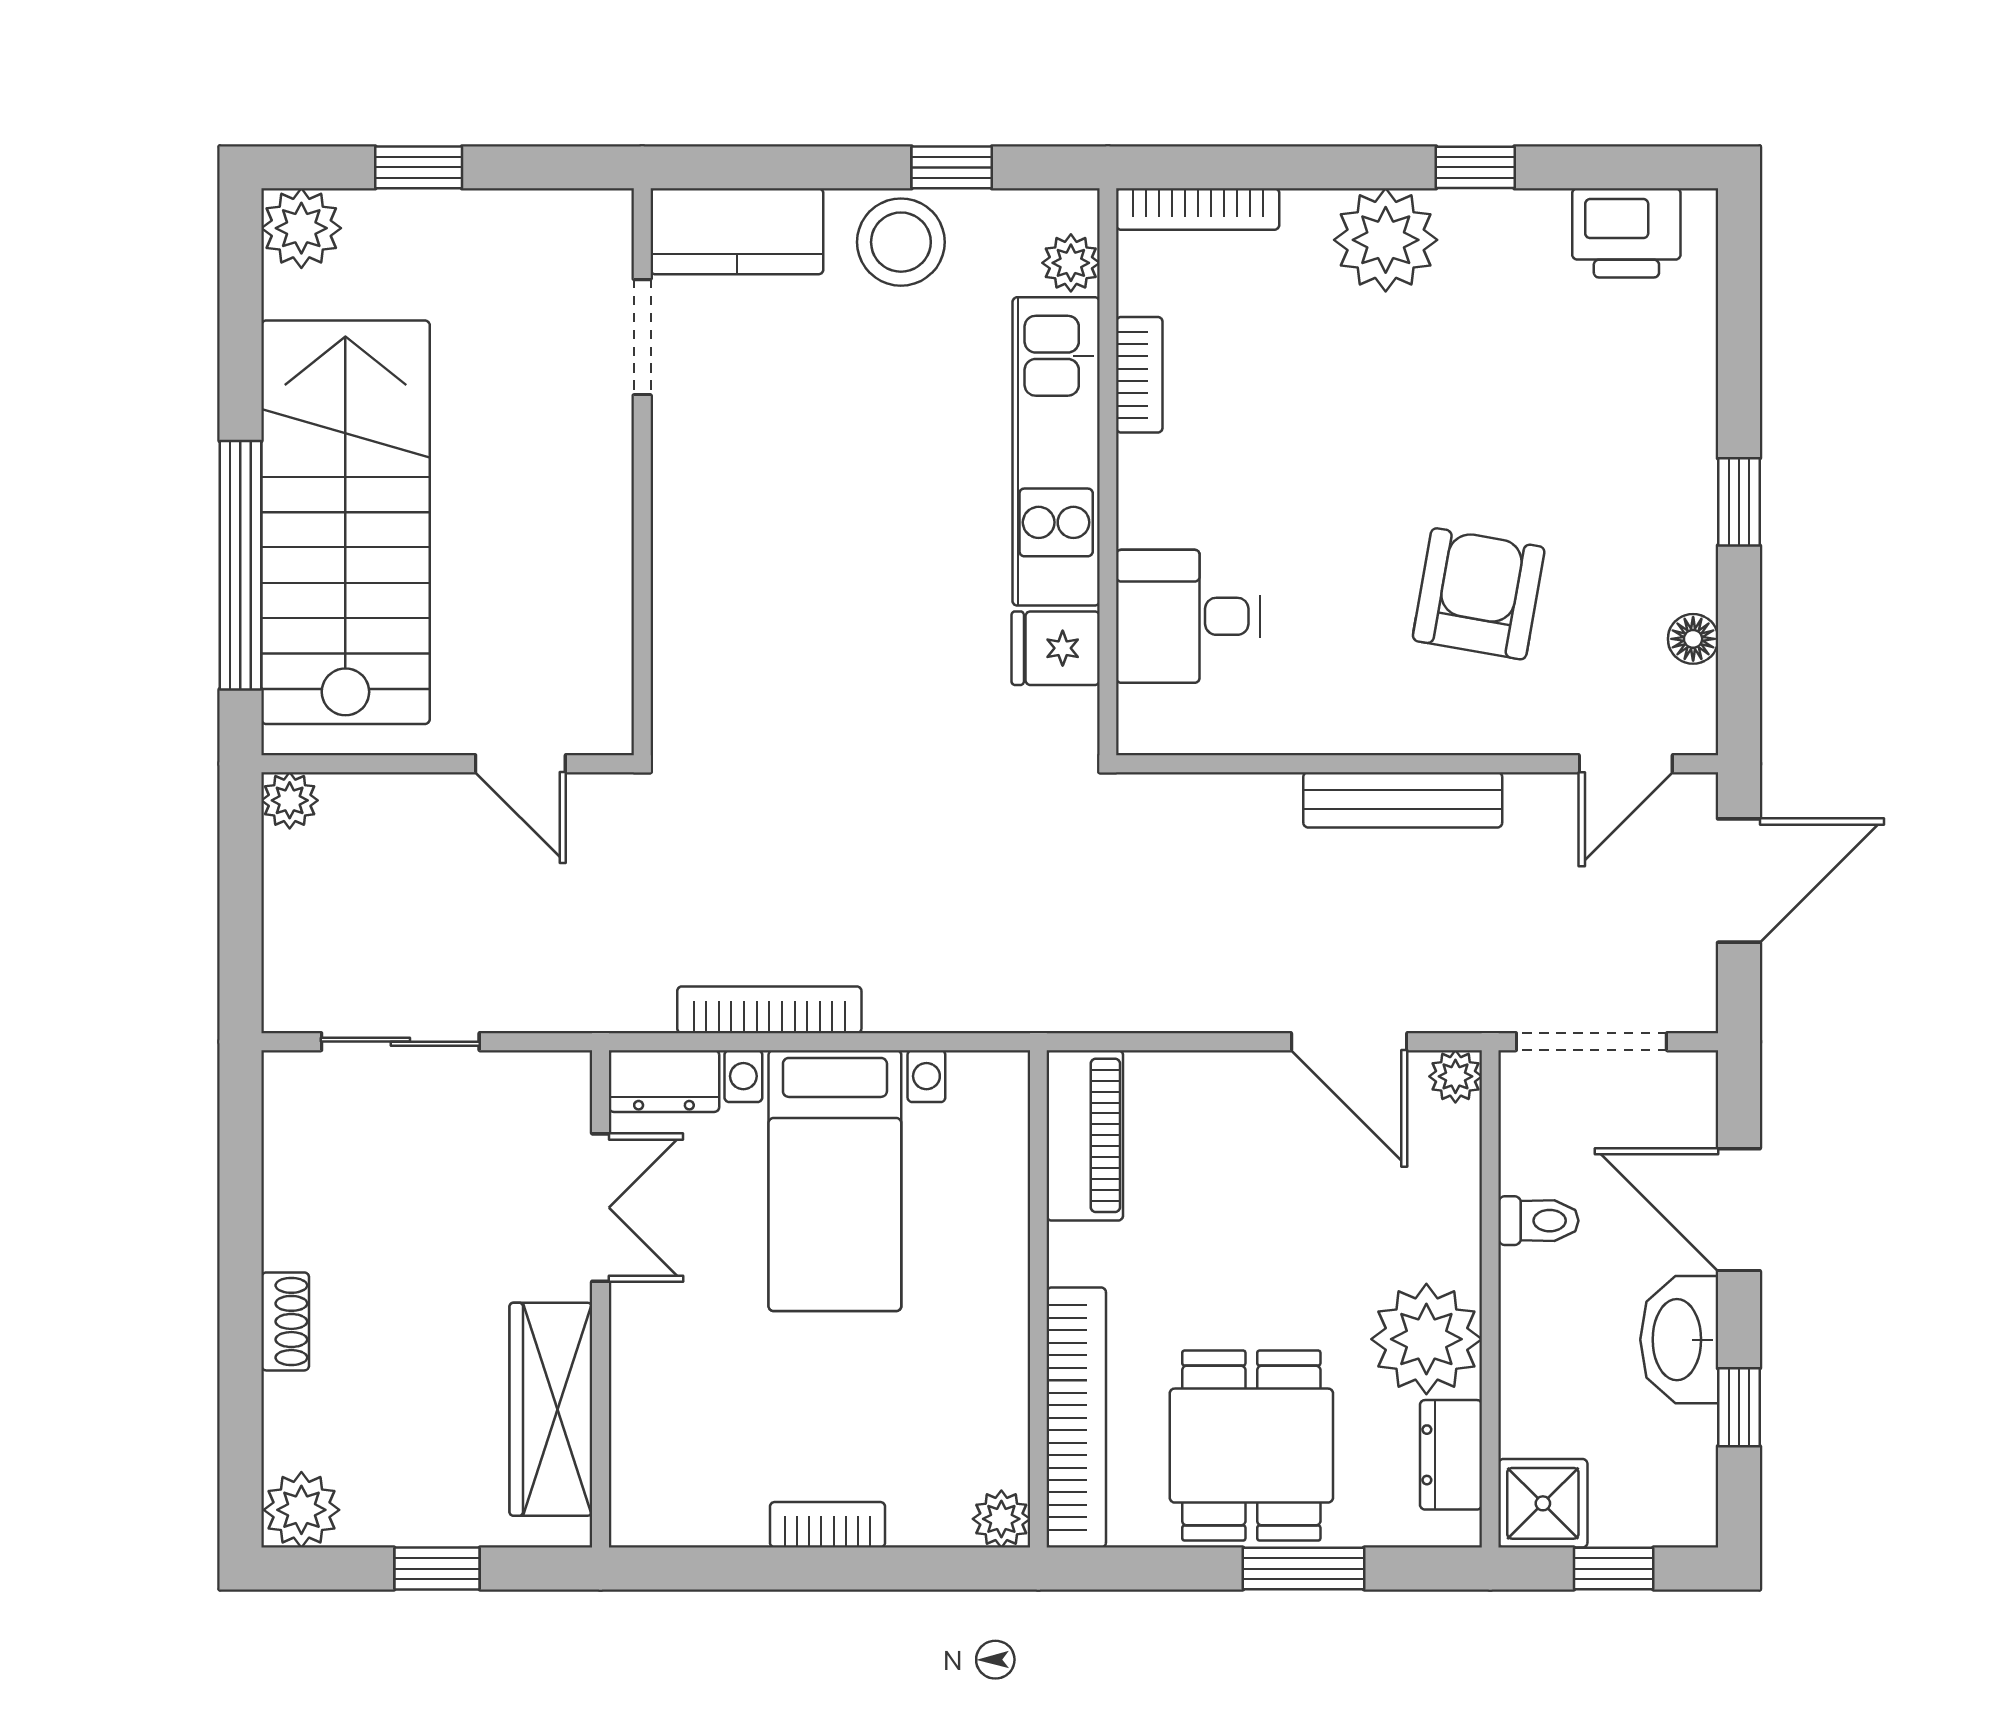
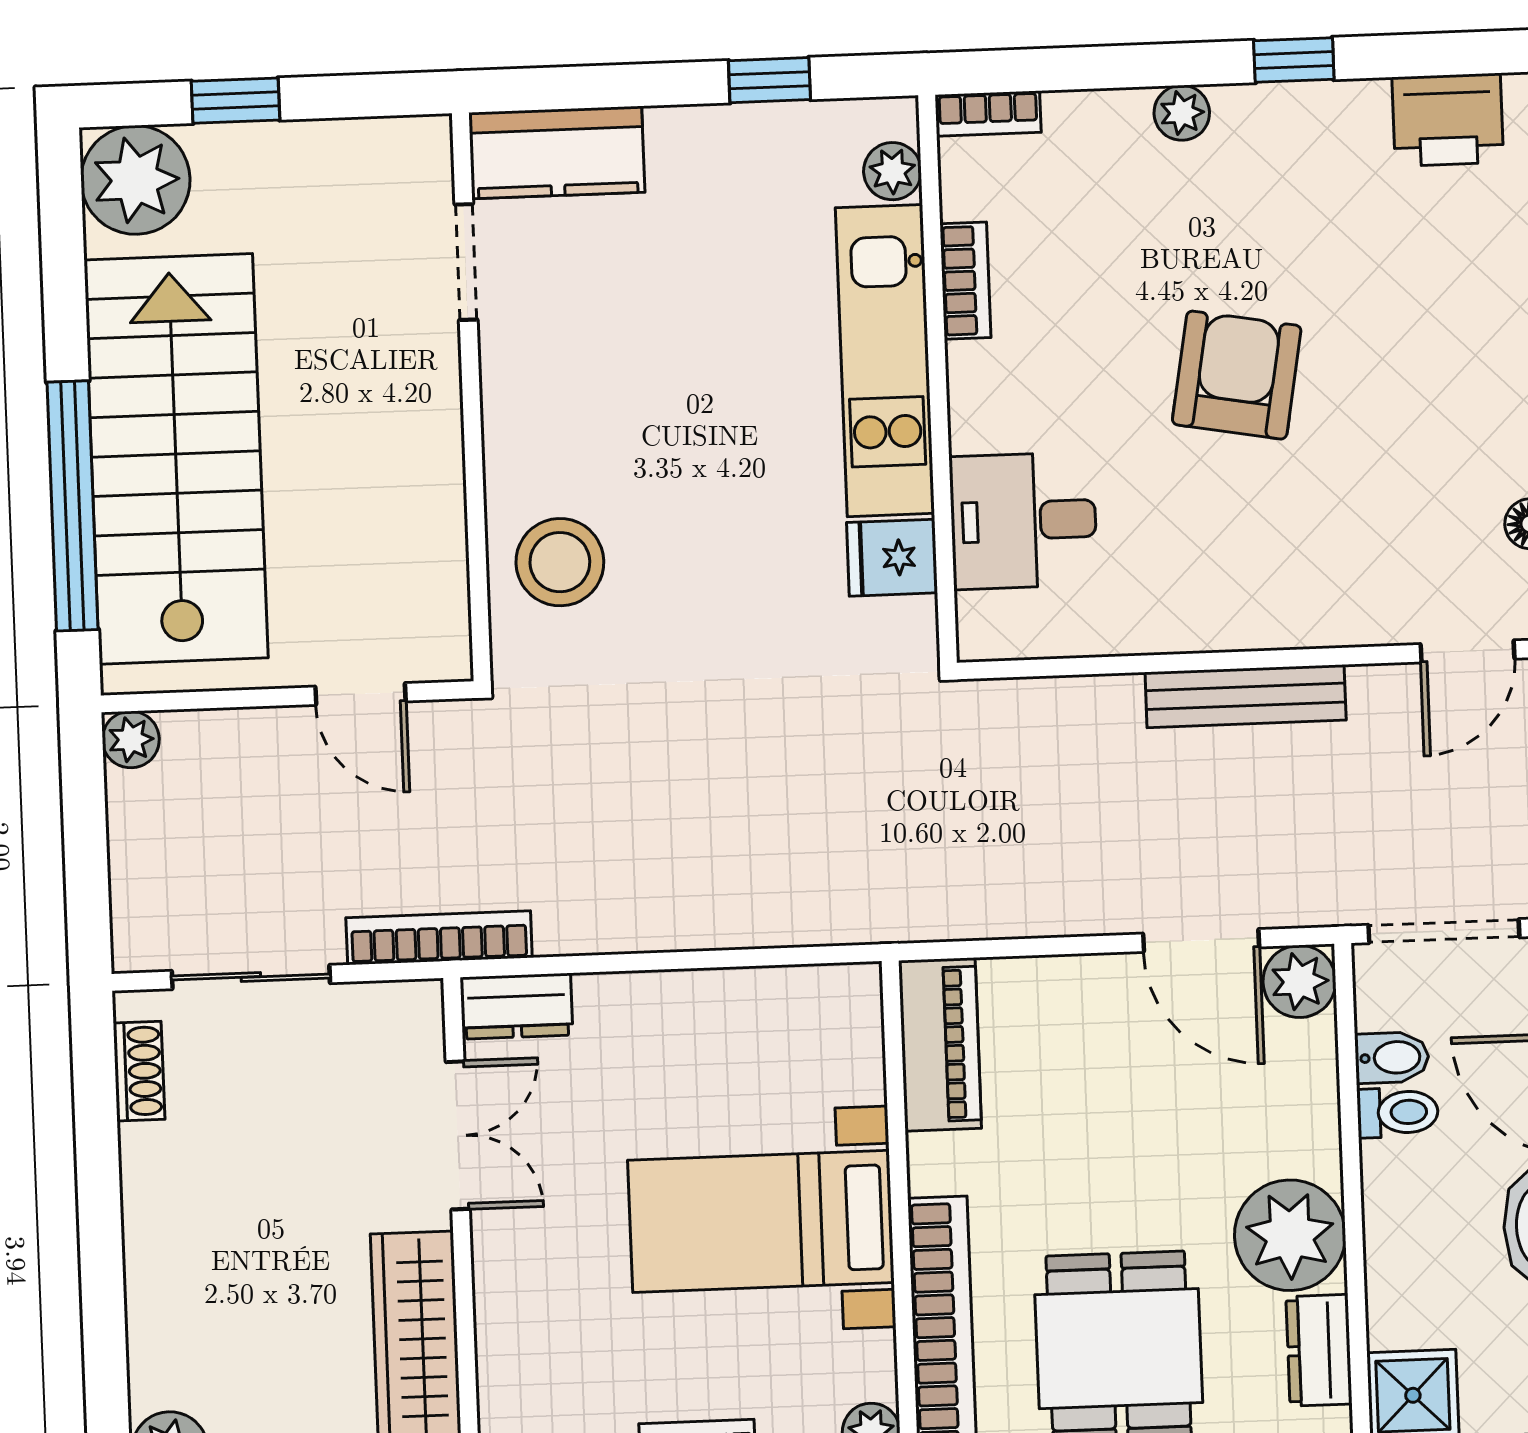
bookcase: (1198, 209) -> (988, 114), width x0.64
plant: (301, 228) -> (135, 180), width x1.36, depth x1.36
plant: (1386, 240) -> (1182, 113), width x0.53, depth x0.53
stool: (901, 242) -> (560, 562), moved
armchair: (1479, 594) -> (1237, 375), moved
bookcase: (769, 1010) -> (439, 938), moved
plant: (1455, 1076) -> (1299, 981), width x1.38, depth x1.38
bidet: (1535, 1166) -> (1392, 1058), added
bed with nightstands: (835, 1181) -> (761, 1221), moved, turned 90
shoe rack: (285, 1321) -> (139, 1071), moved

